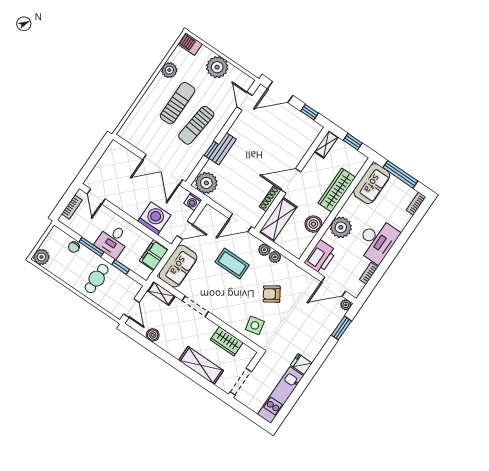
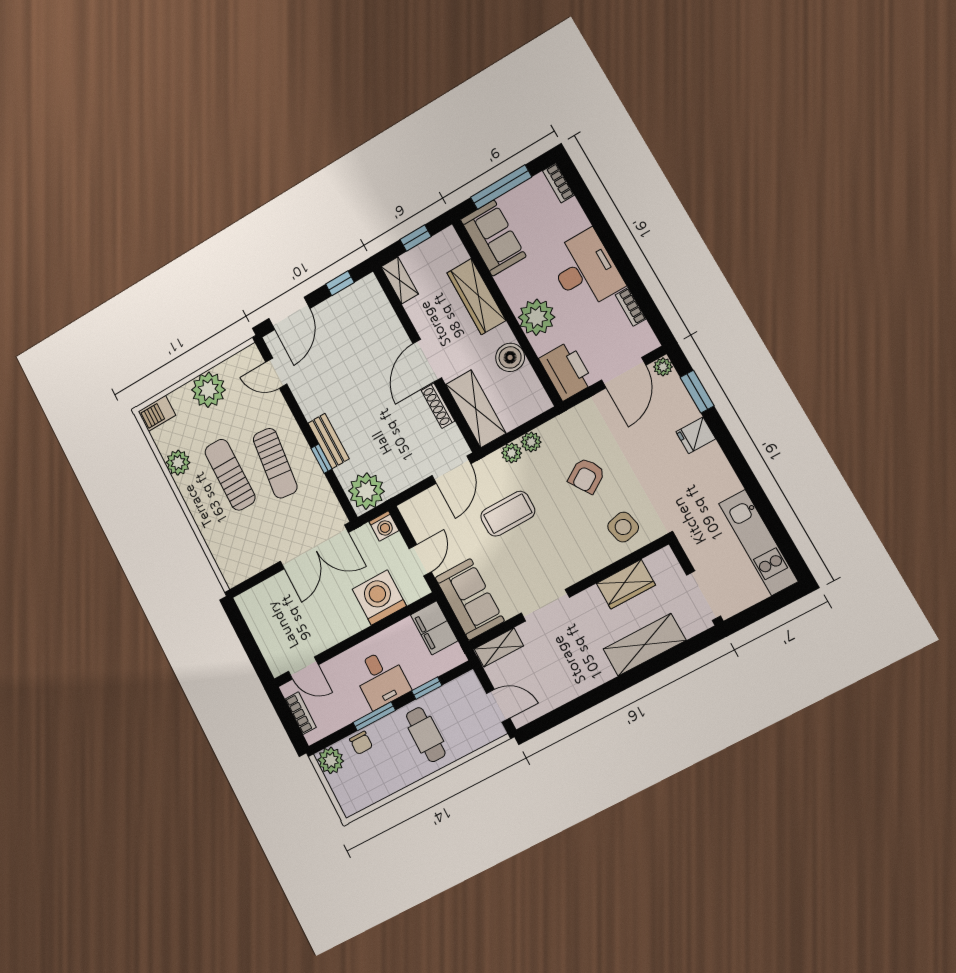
plant: (41, 257) -> (331, 760), moved
boiler: (153, 335) -> (557, 695), removed
fridge: (301, 364) -> (696, 435), moved

